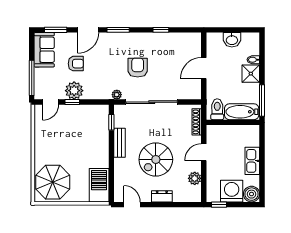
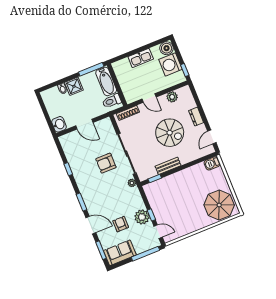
washbasin: (232, 40) -> (59, 124), moved
armchair: (138, 68) -> (106, 163), moved
barbecue: (99, 185) -> (212, 163), width x0.53, depth x0.65

